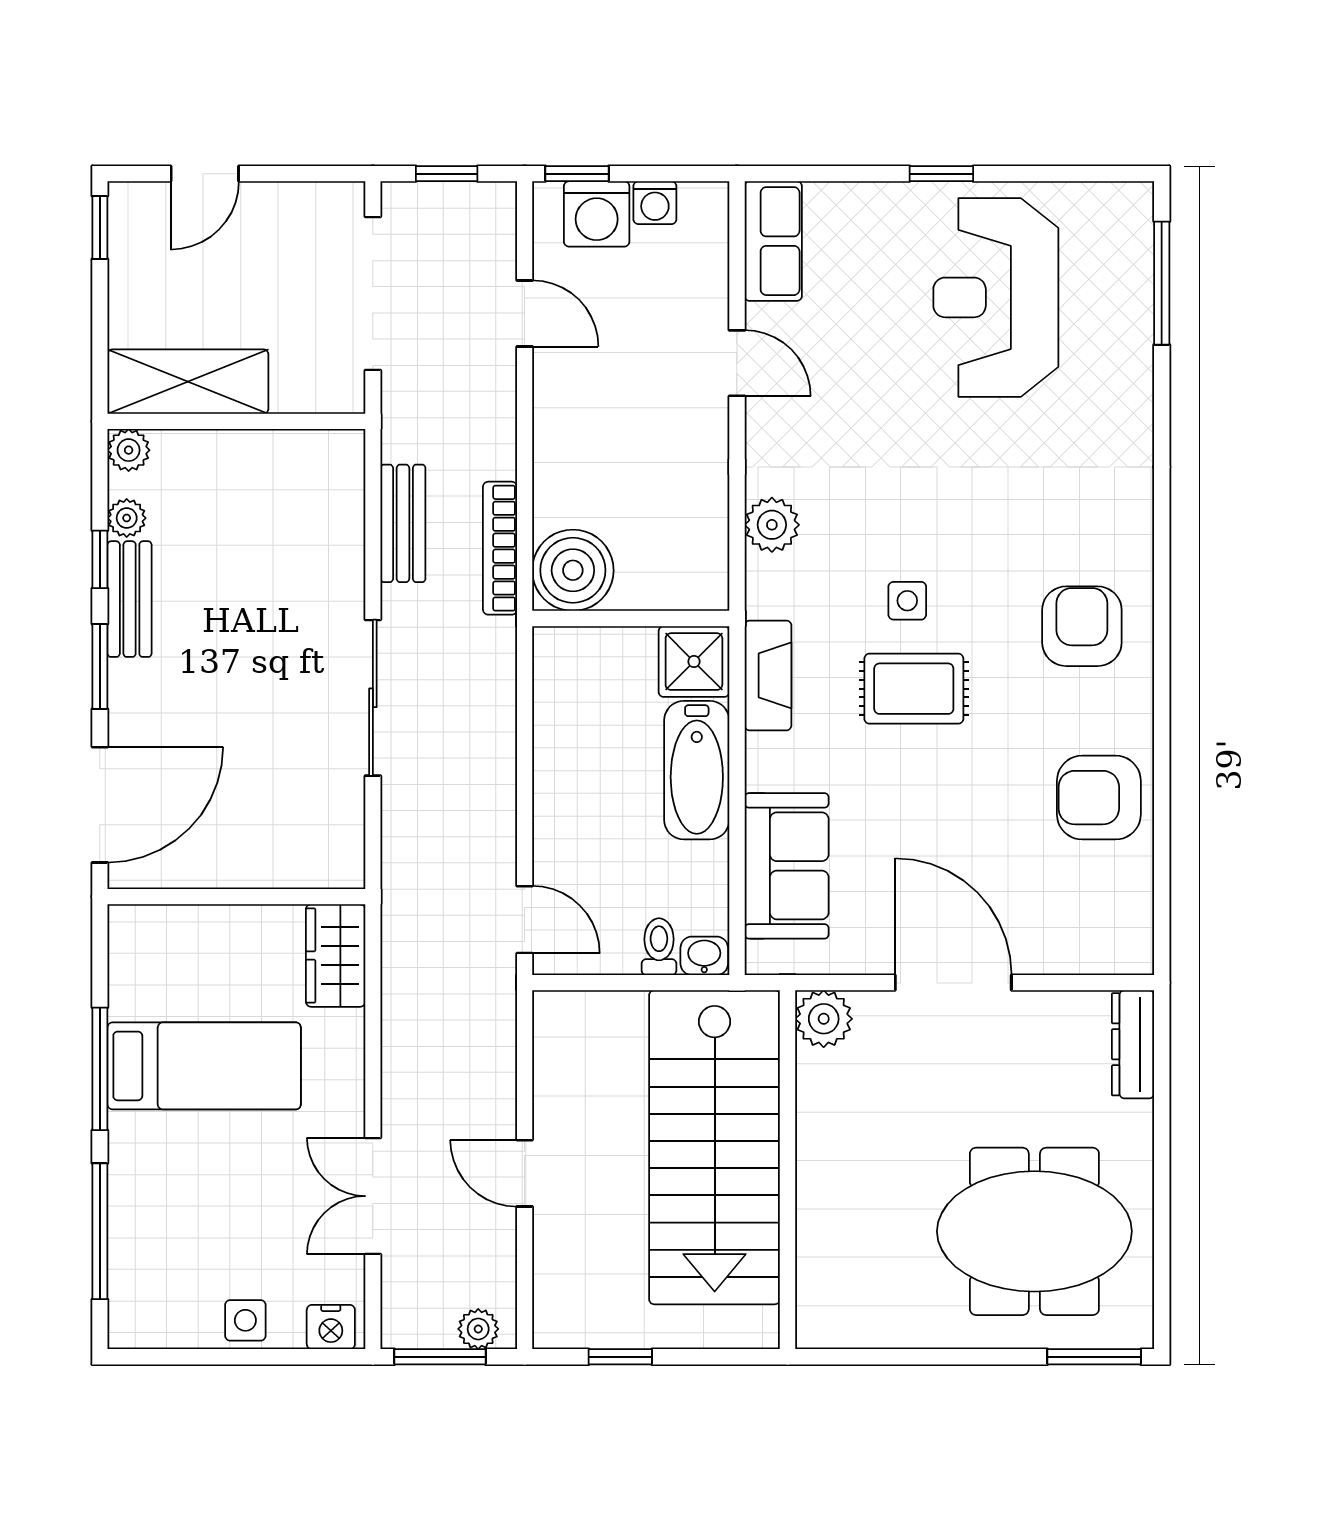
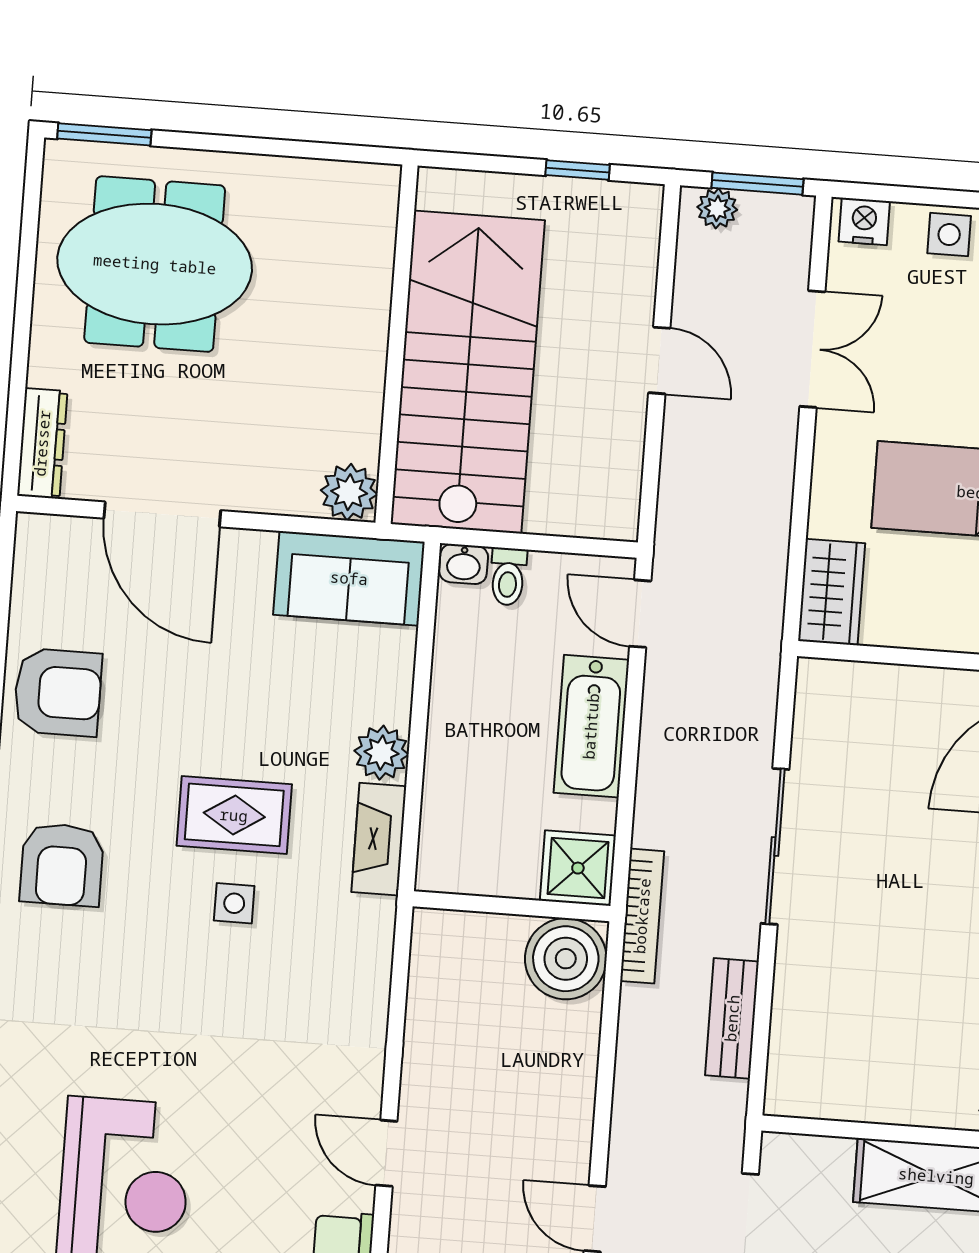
plant: (772, 525) -> (381, 753), moved
bookcase: (500, 548) -> (642, 916), moved
shower: (694, 662) -> (578, 868), moved
bathtub: (697, 770) -> (591, 726), moved, turned 180
sofa: (787, 866) -> (349, 578), moved, turned -90
door: (953, 983) -> (162, 514), moved

